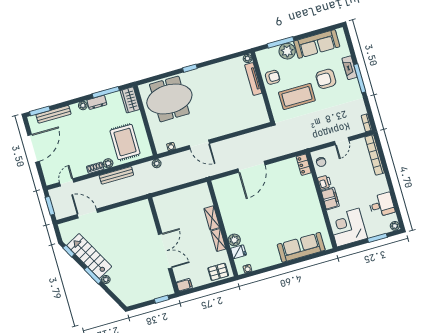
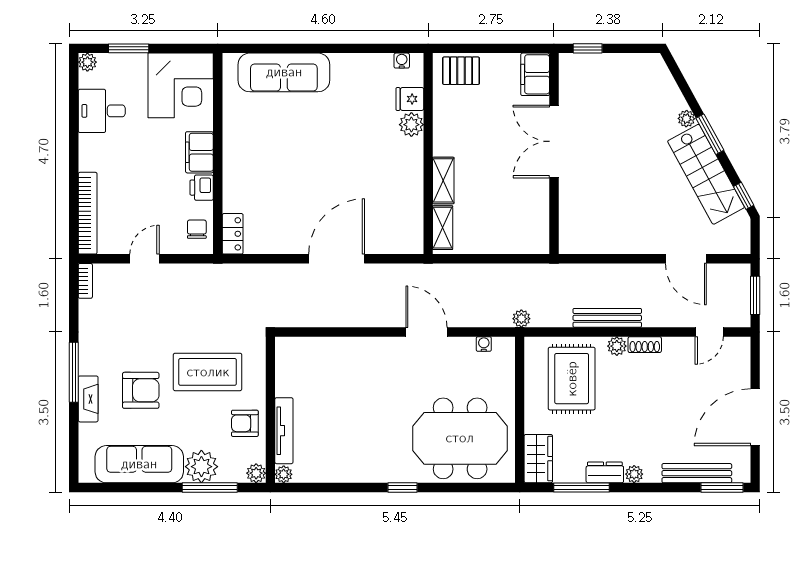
plant: (261, 55) -> (256, 473), added
shelving: (218, 240) -> (443, 228), moved
filing cabinet: (184, 285) -> (535, 74), width x2.00

